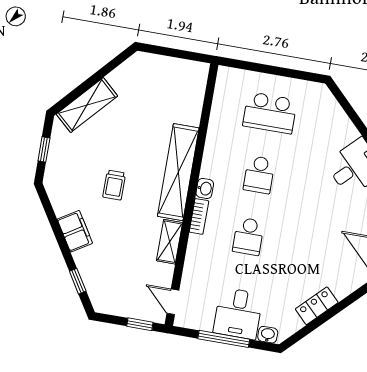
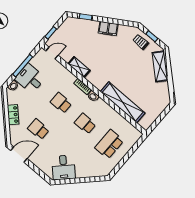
shelving: (178, 172) -> (123, 102), moved
trolley: (114, 185) -> (141, 42), moved
school desk: (316, 248) -> (38, 129), added

